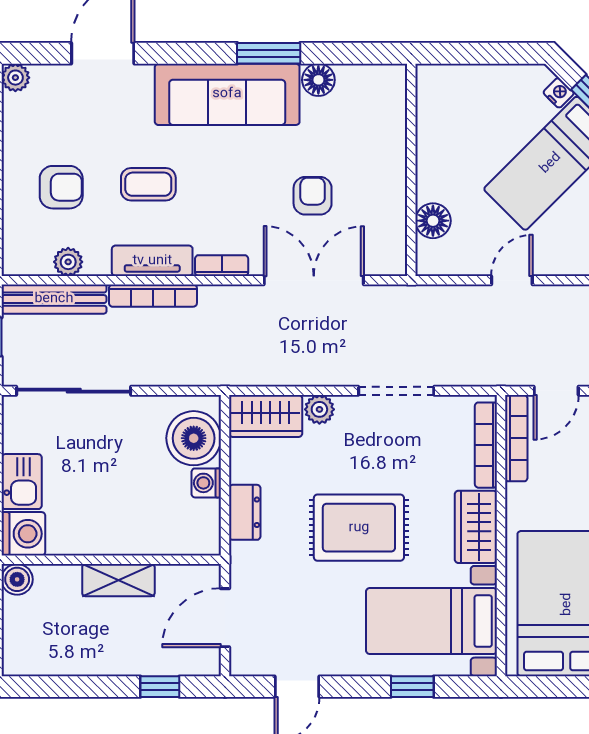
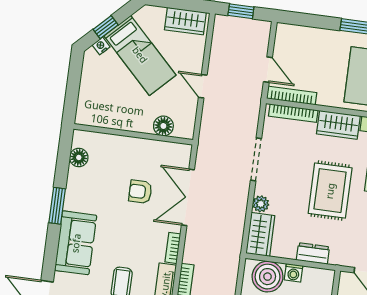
floor lamp: (318, 80) -> (79, 157), moved
sofa: (227, 94) -> (76, 243), width x0.73

